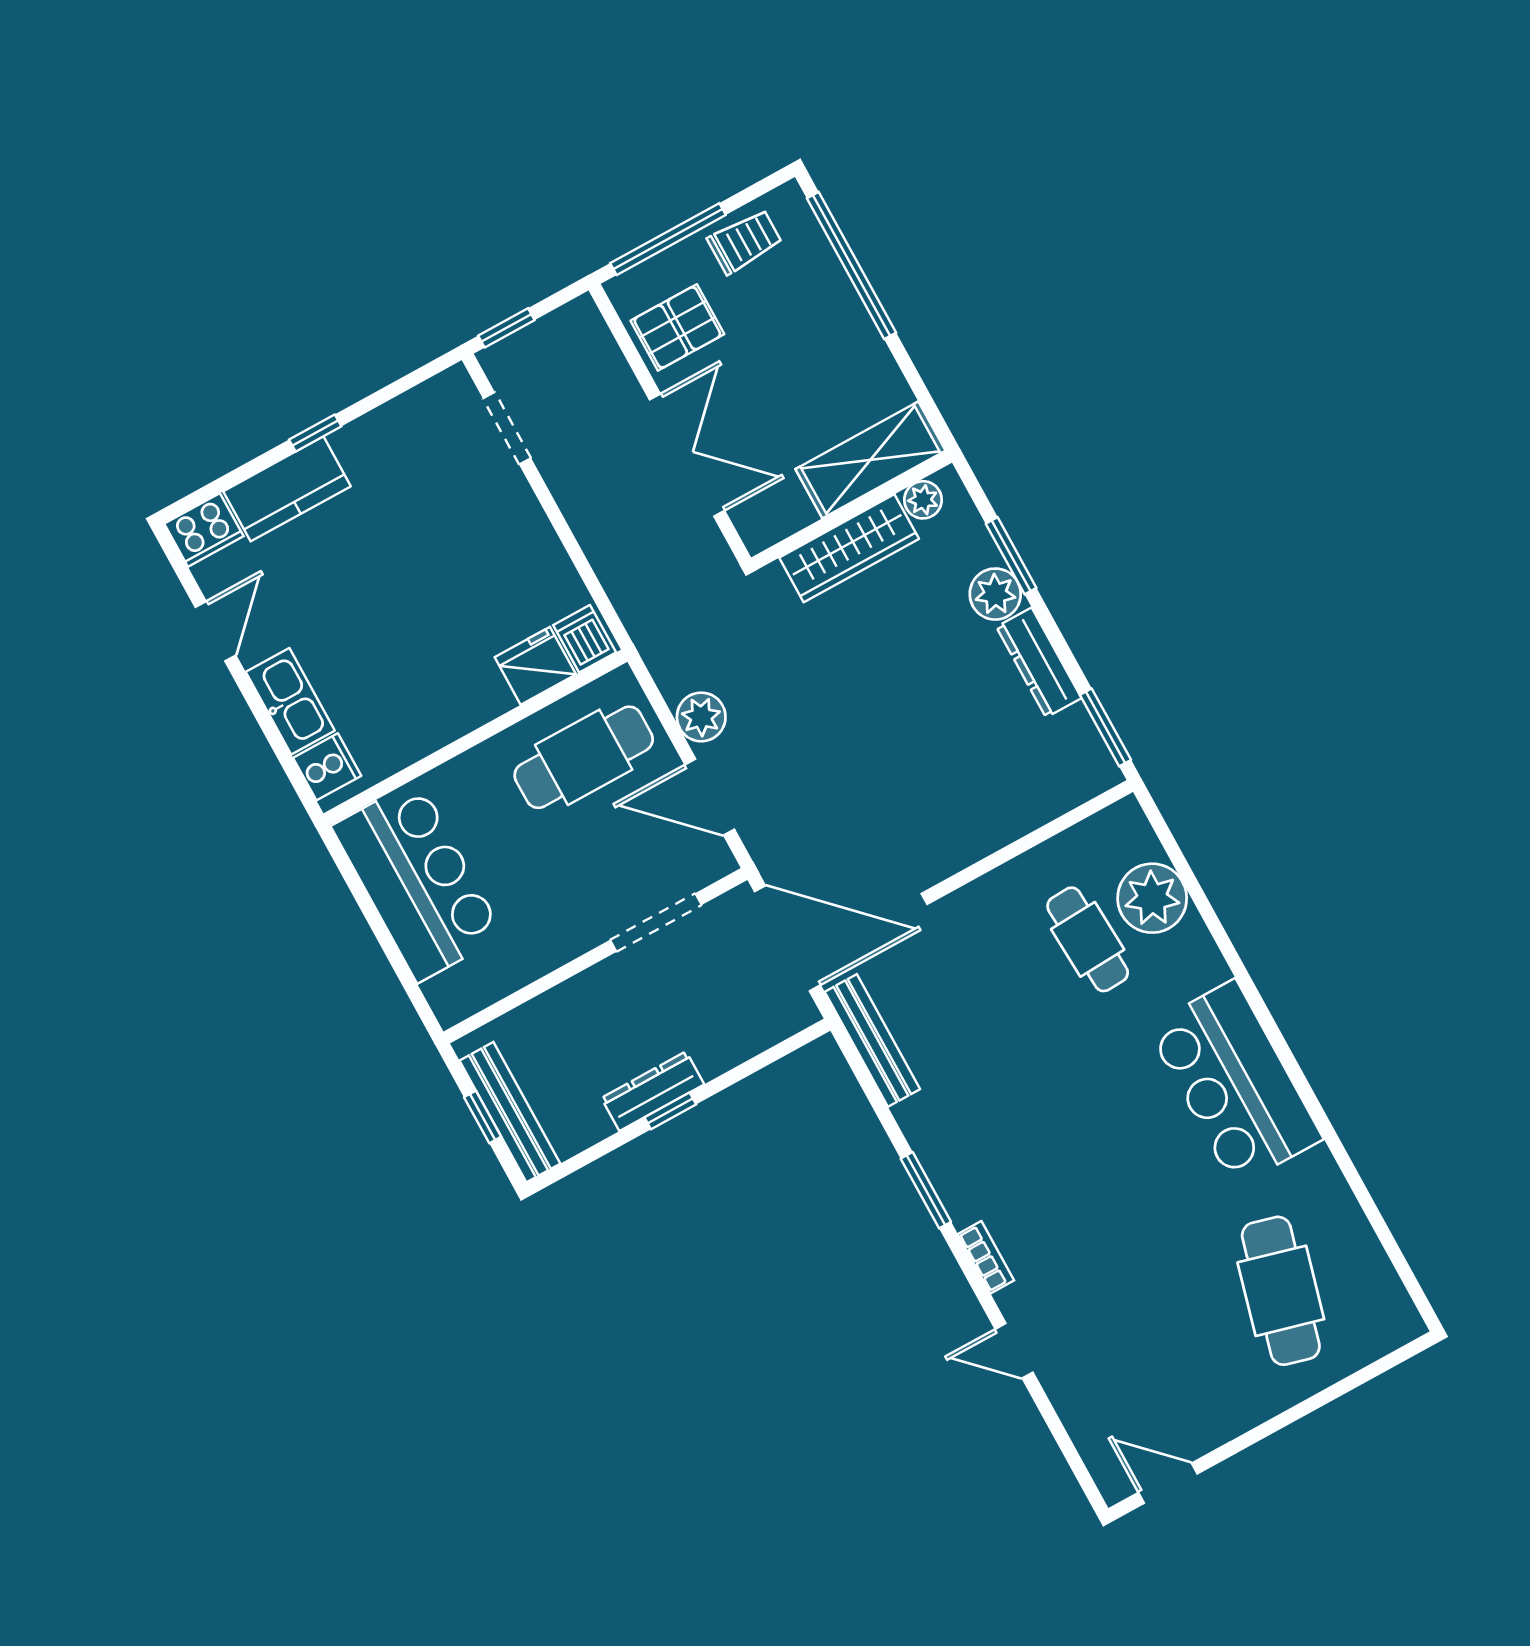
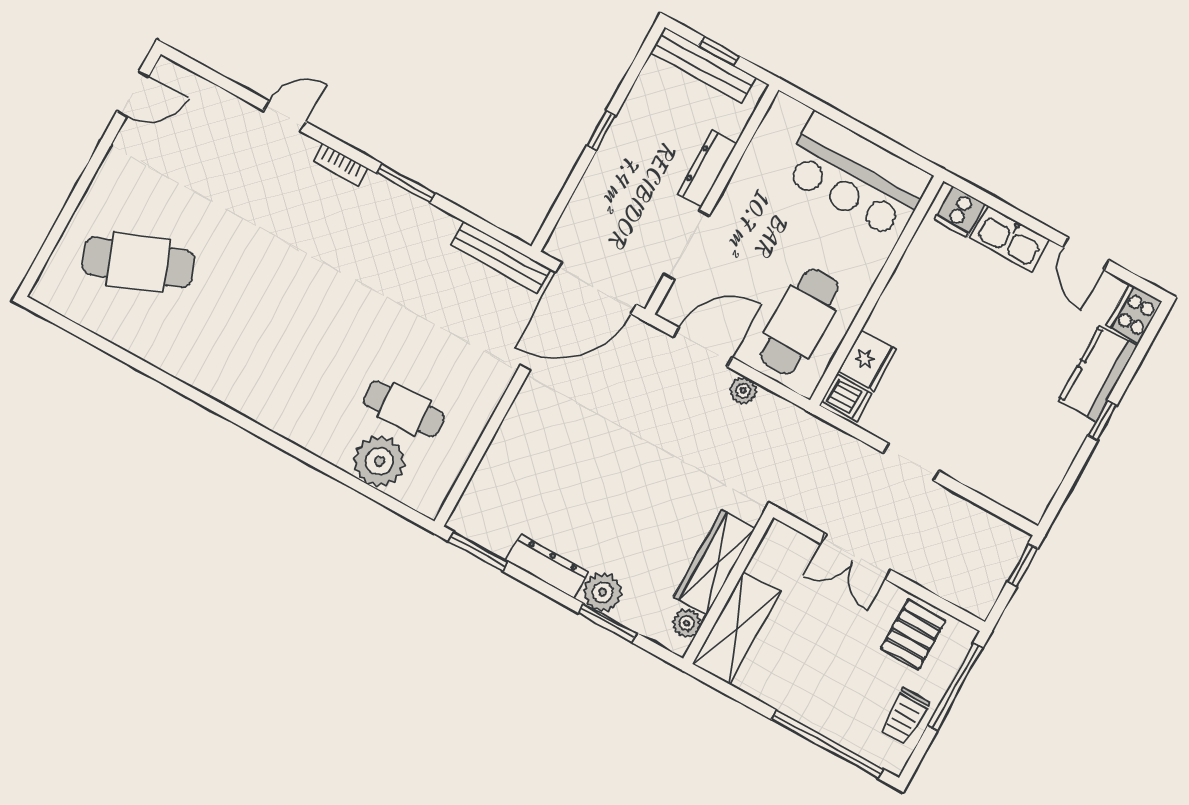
doorway: (507, 428) -> (911, 462), moved
double door: (687, 455) -> (856, 557), width x0.73
plant: (701, 717) -> (743, 391), width x0.73, depth x0.73
bar counter: (1235, 1083) -> (252, 377), removed
dresser: (653, 1091) -> (707, 168), moved, turned 180
cafe table: (1281, 1291) -> (138, 262), turned -36

